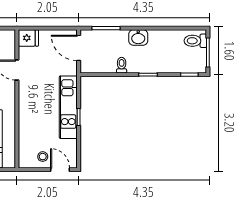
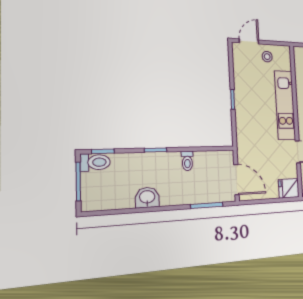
washbasin: (138, 37) -> (147, 197), moved
toilet: (195, 41) -> (95, 162), moved
kitchen unit: (68, 107) -> (285, 105), moved, turned 180
door: (60, 170) -> (249, 41), swing flipped

